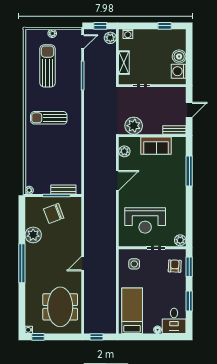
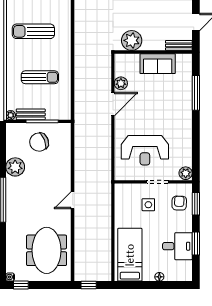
plant: (124, 151) -> (121, 83), moved
sun lounger: (54, 157) -> (40, 77), added
bench: (63, 190) -> (31, 114), moved
side table: (134, 264) -> (148, 205), moved
desk: (174, 321) -> (177, 246), moved, turned -90

